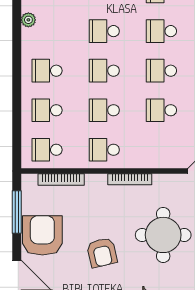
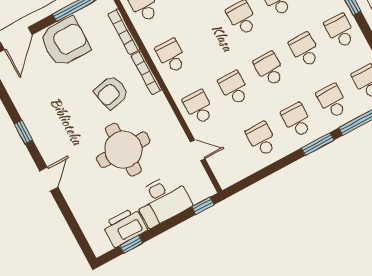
school desk: (104, 110) -> (199, 107), moved
bookcase: (130, 179) -> (146, 73), moved
armchair: (102, 253) -> (111, 92), moved

